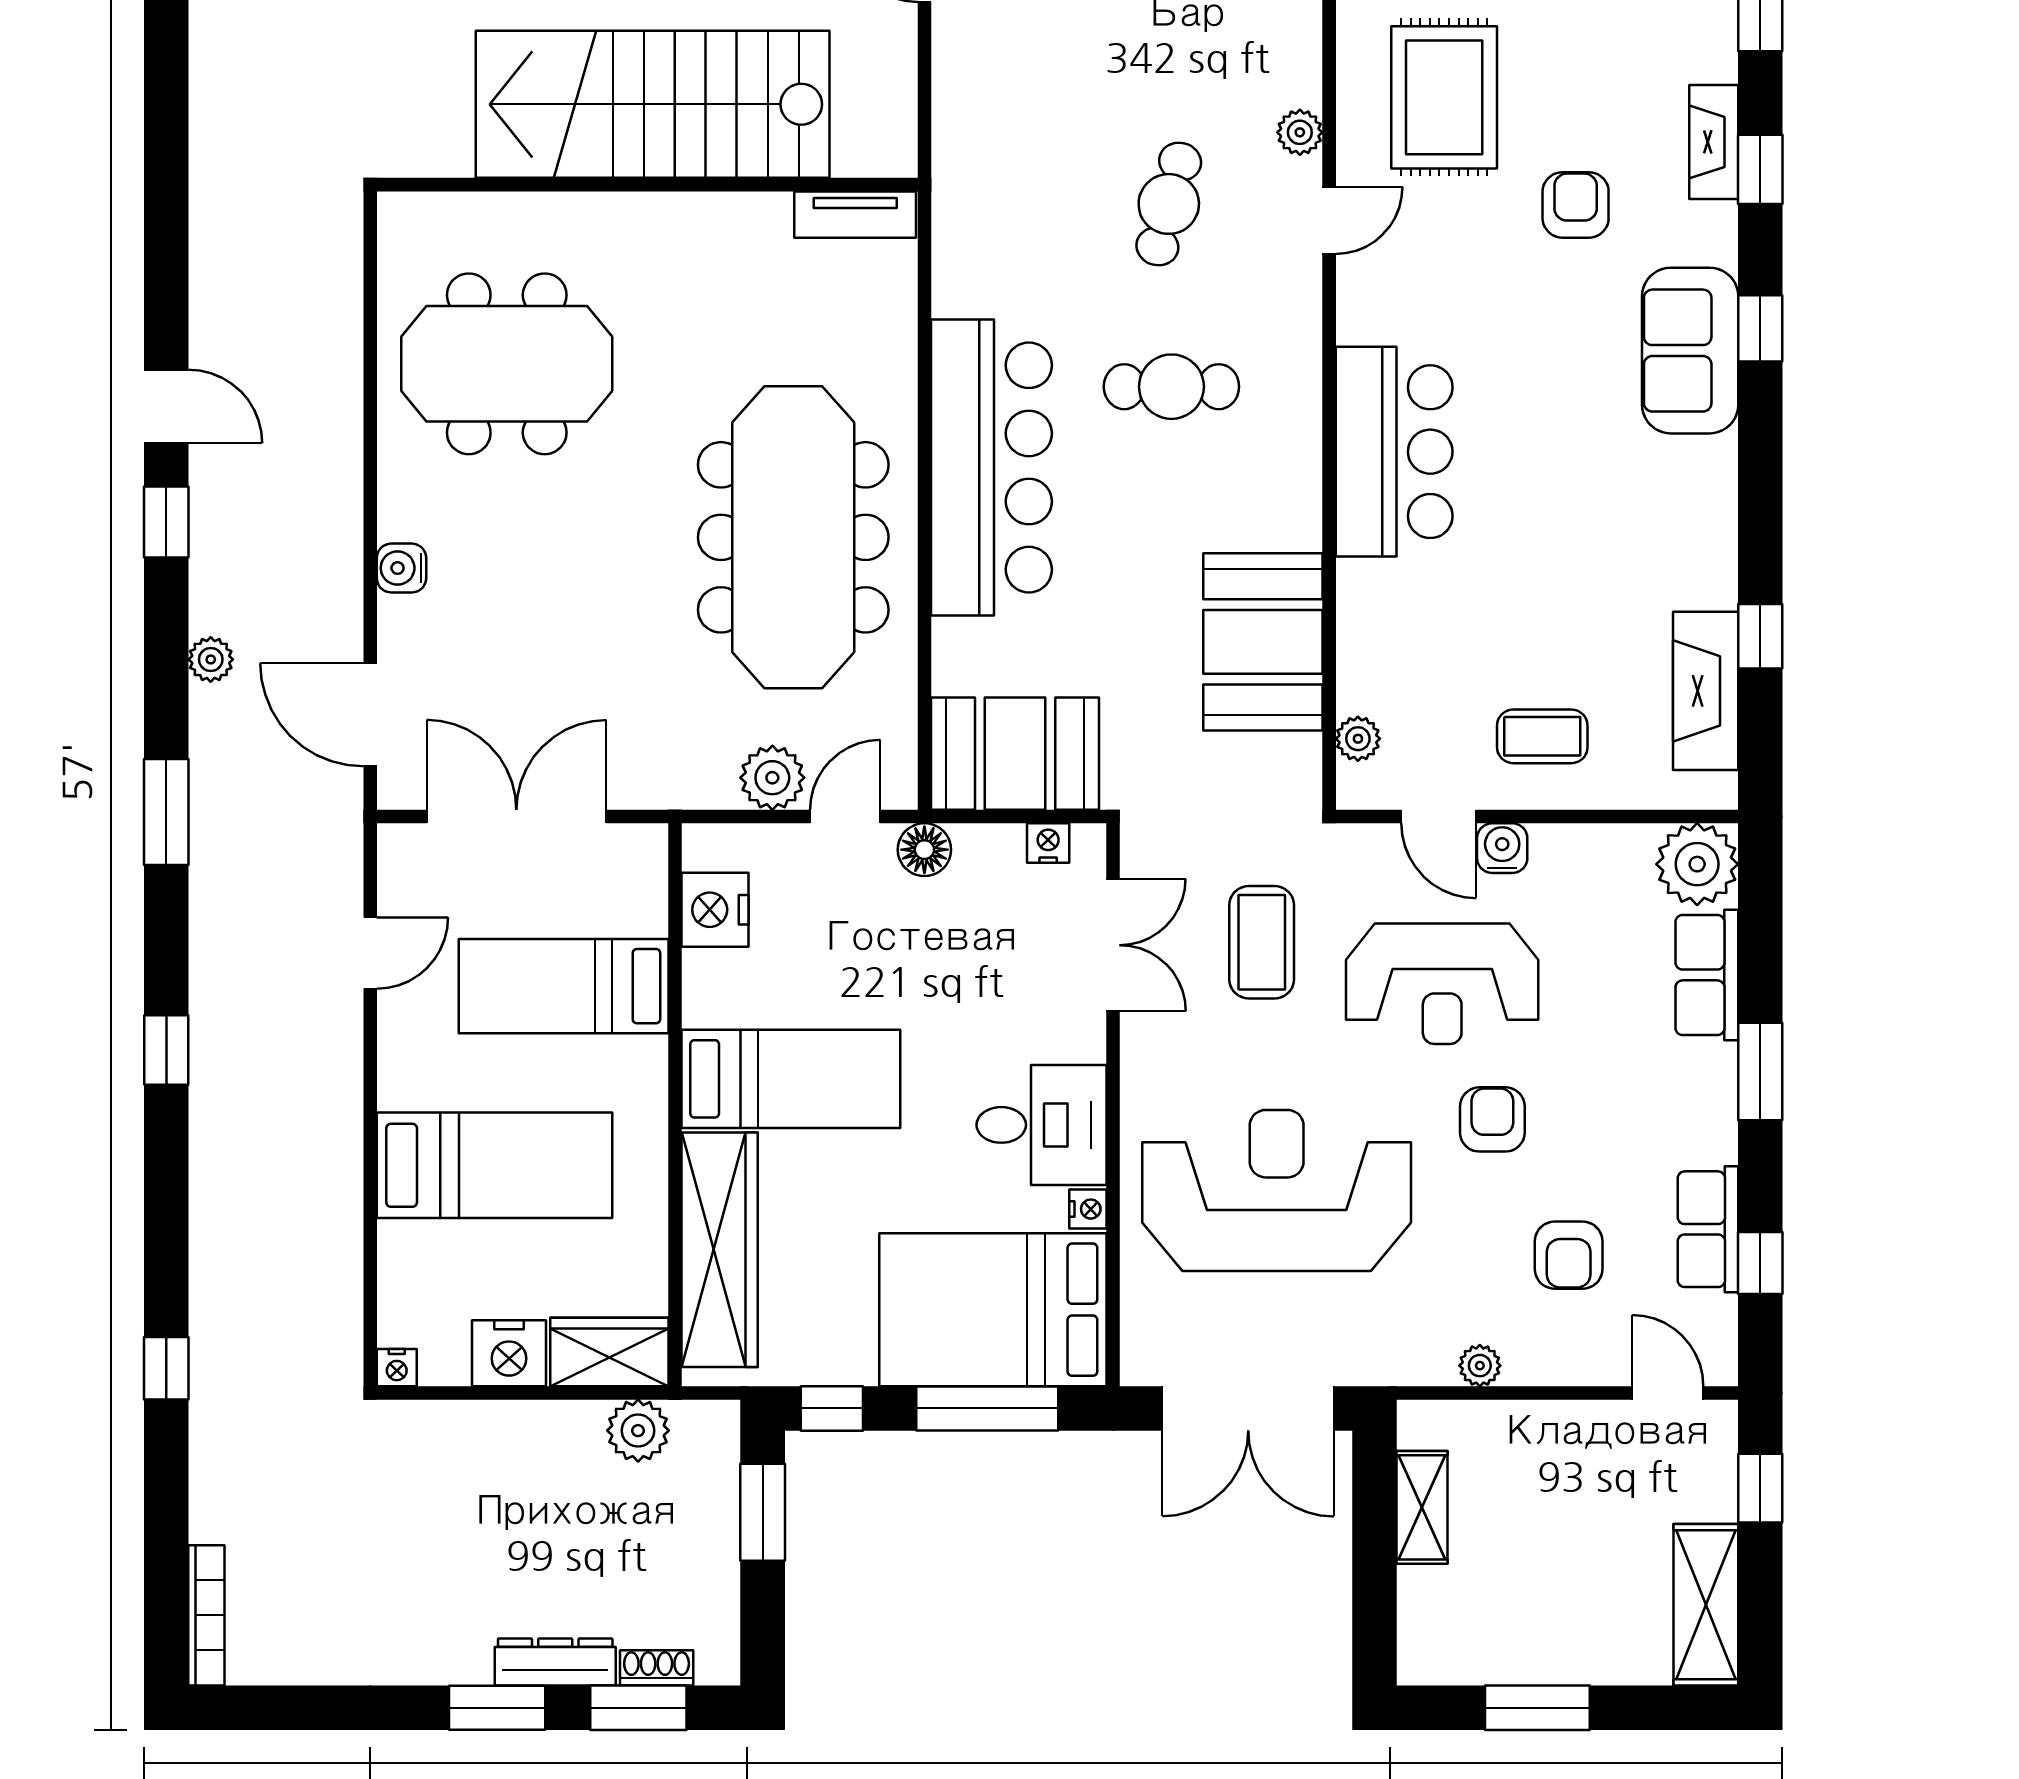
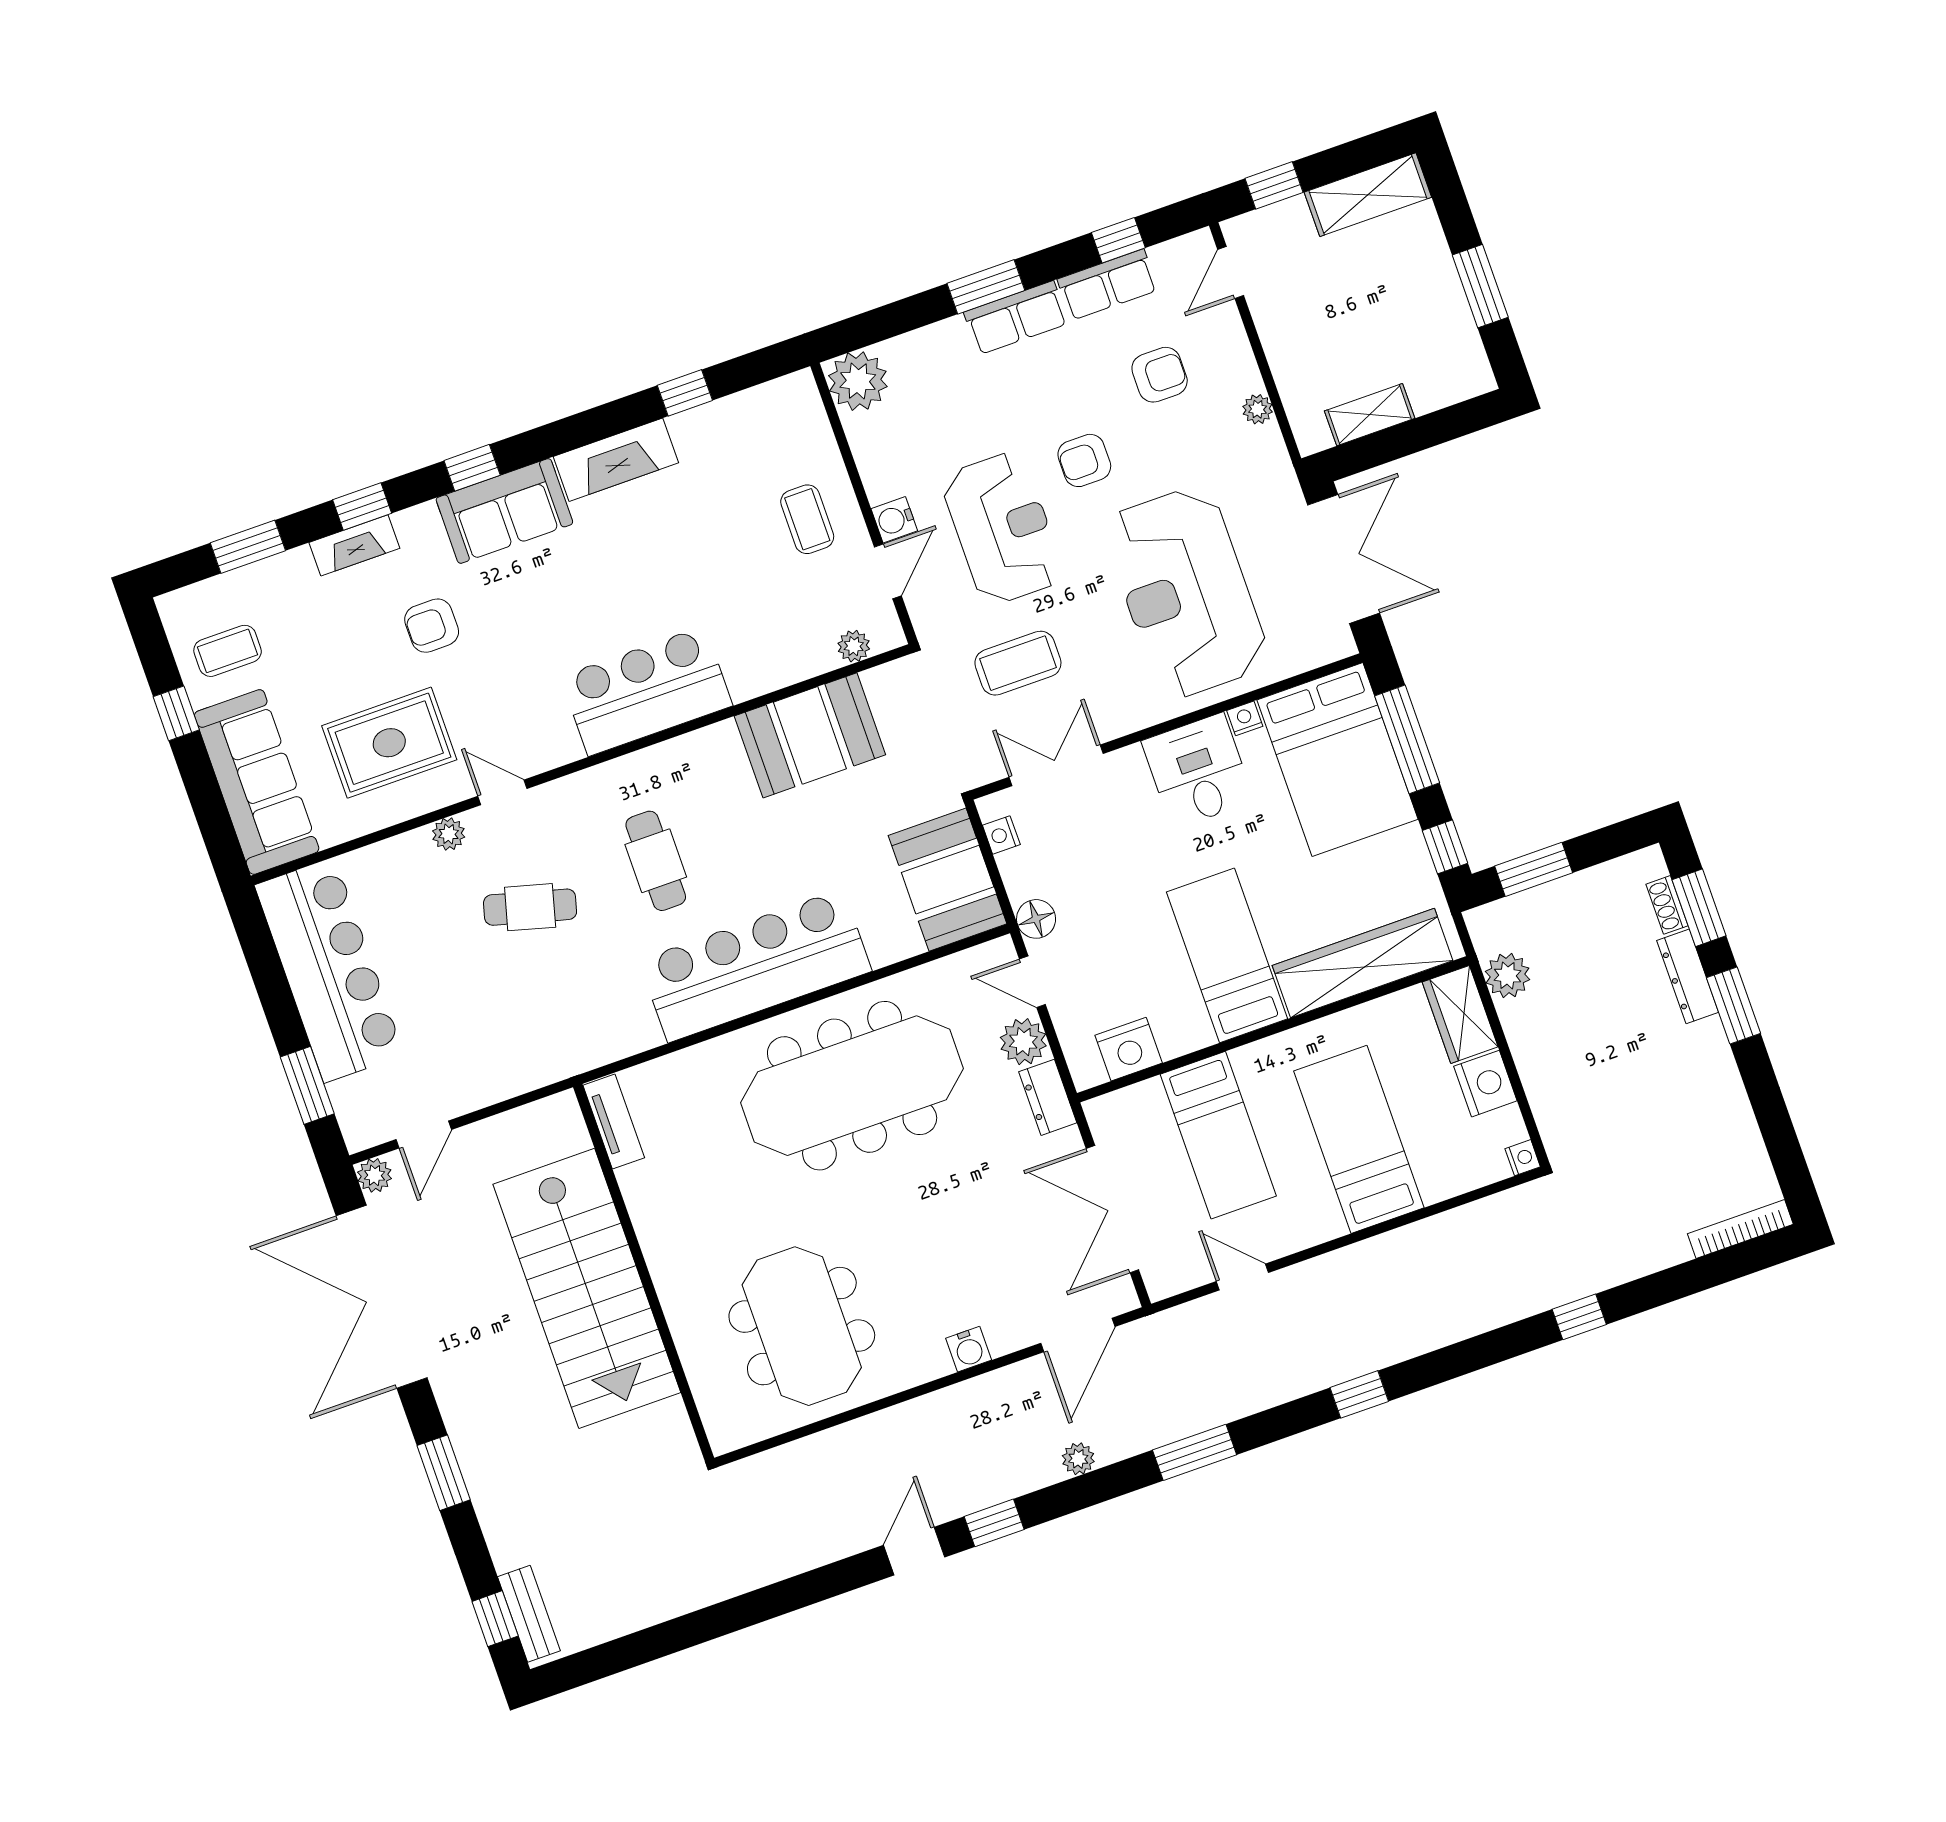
fireplace: (1706, 691) -> (616, 460), moved
dresser: (690, 784) -> (1048, 1097), added
row of seats: (1707, 975) -> (1016, 318), moved

